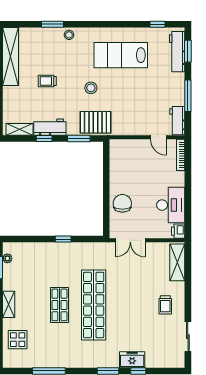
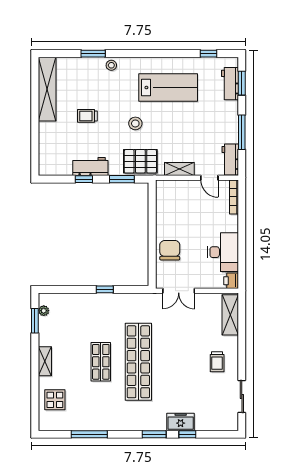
workbench: (177, 52) -> (230, 84), width x0.73
lab bench: (121, 55) -> (168, 88), turned 180
shelving: (20, 129) -> (179, 169), moved

